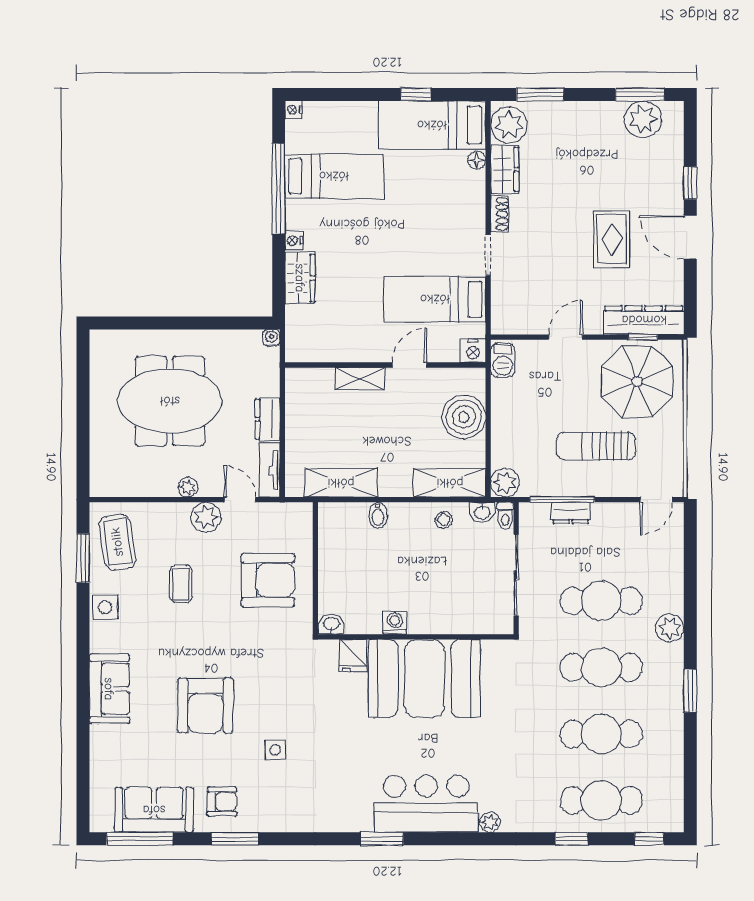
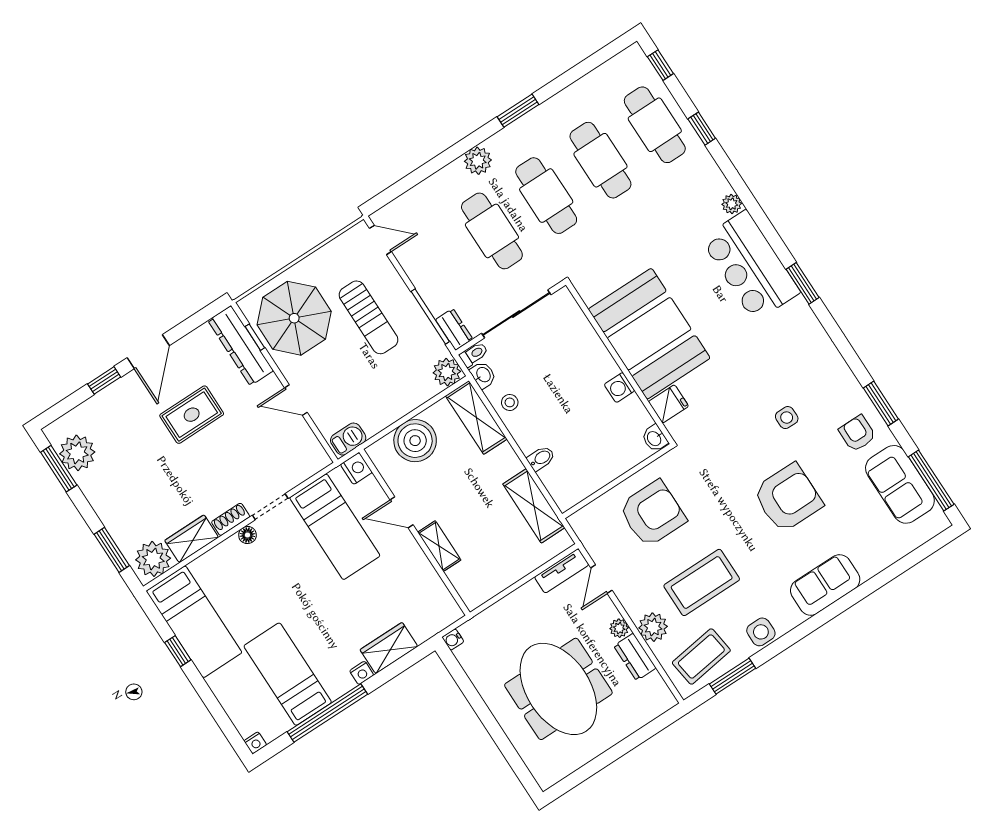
floor lamp: (477, 160) -> (247, 535), moved
dresser: (268, 419) -> (635, 657), moved, turned 90
dresser: (571, 513) -> (454, 329), moved
plant: (206, 517) -> (653, 627), moved
armchair: (268, 580) -> (652, 514), turned 90
coffee table: (181, 584) -> (702, 582), width x1.86, depth x1.72

